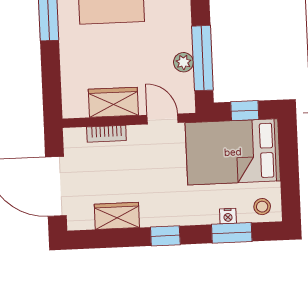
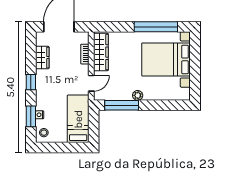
plant: (183, 62) -> (138, 95), moved
wardrobe: (113, 102) -> (101, 52), width x1.50
window: (245, 111) -> (94, 126), removed
bed: (233, 152) -> (78, 119), width x0.67

